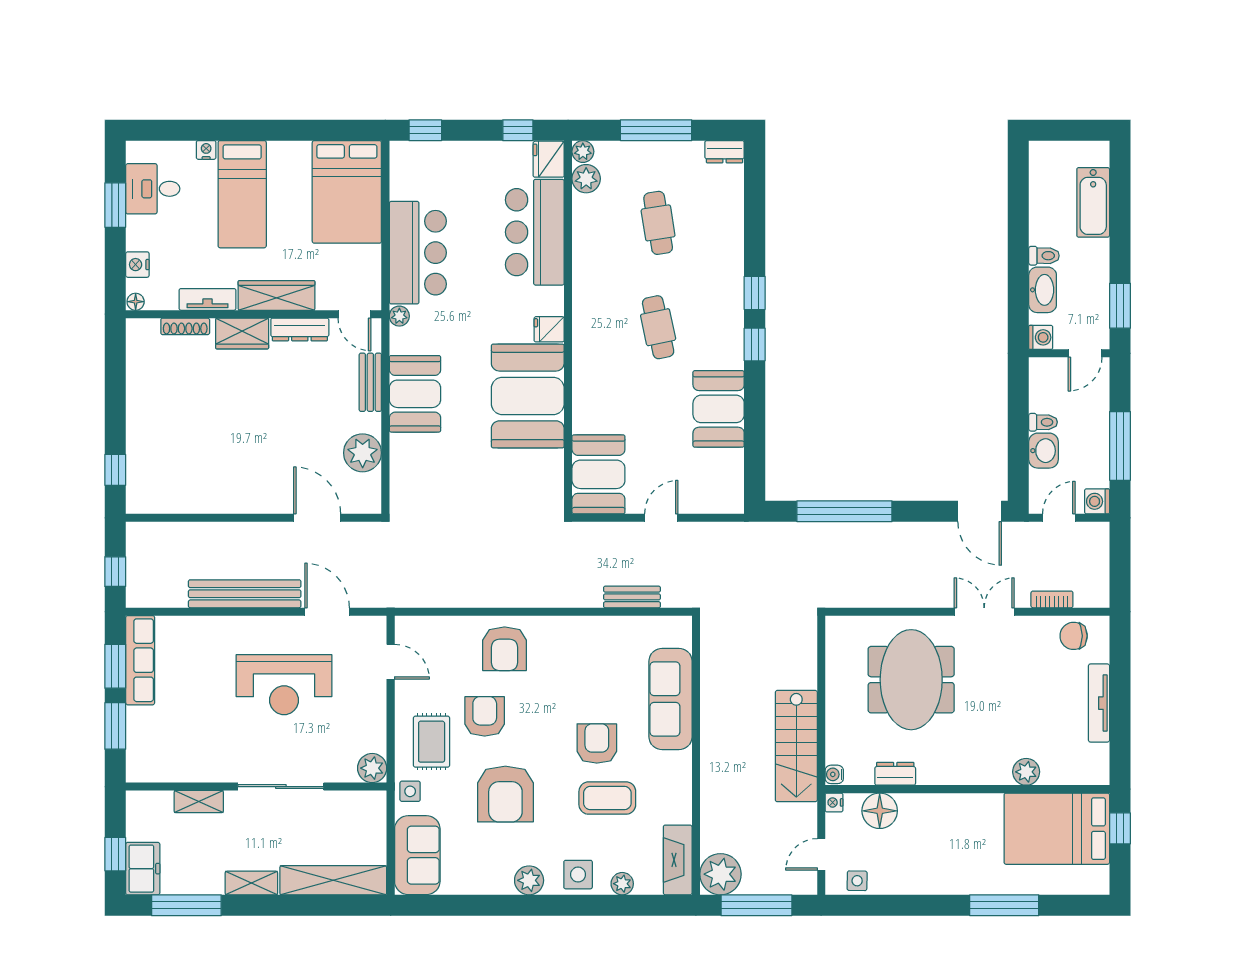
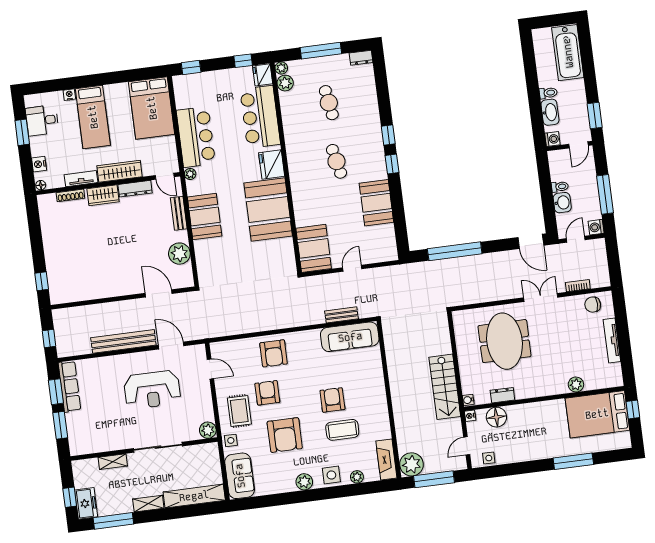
bathtub: (1093, 202) -> (568, 53), width x1.36, depth x1.36
fridge: (549, 329) -> (272, 165), width x1.88, depth x1.34
sofa: (671, 699) -> (350, 337), moved, turned -90

